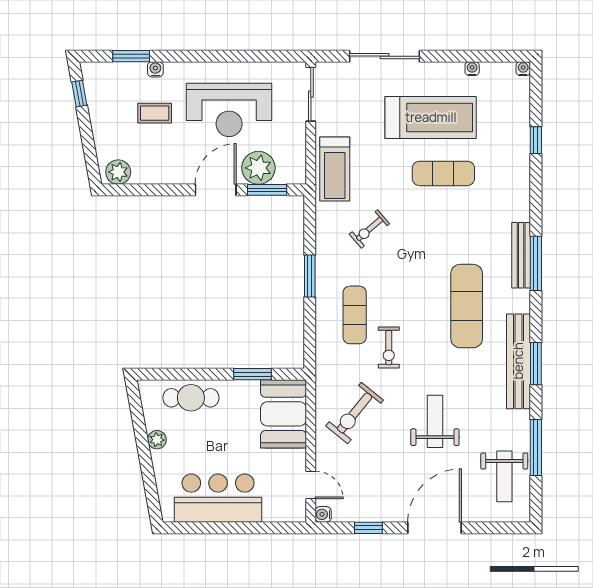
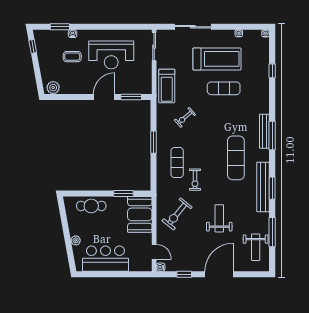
plant: (258, 168) -> (127, 85), removed
plant: (157, 440) -> (76, 240), moved

